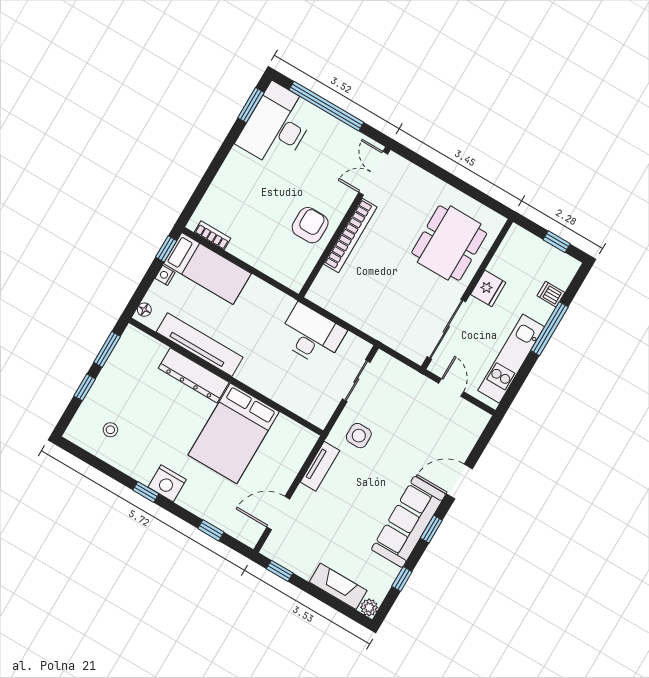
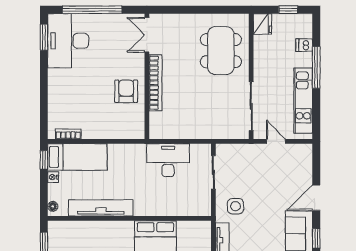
fridge: (488, 288) -> (262, 24), moved
dresser: (194, 375) -> (108, 230), removed

